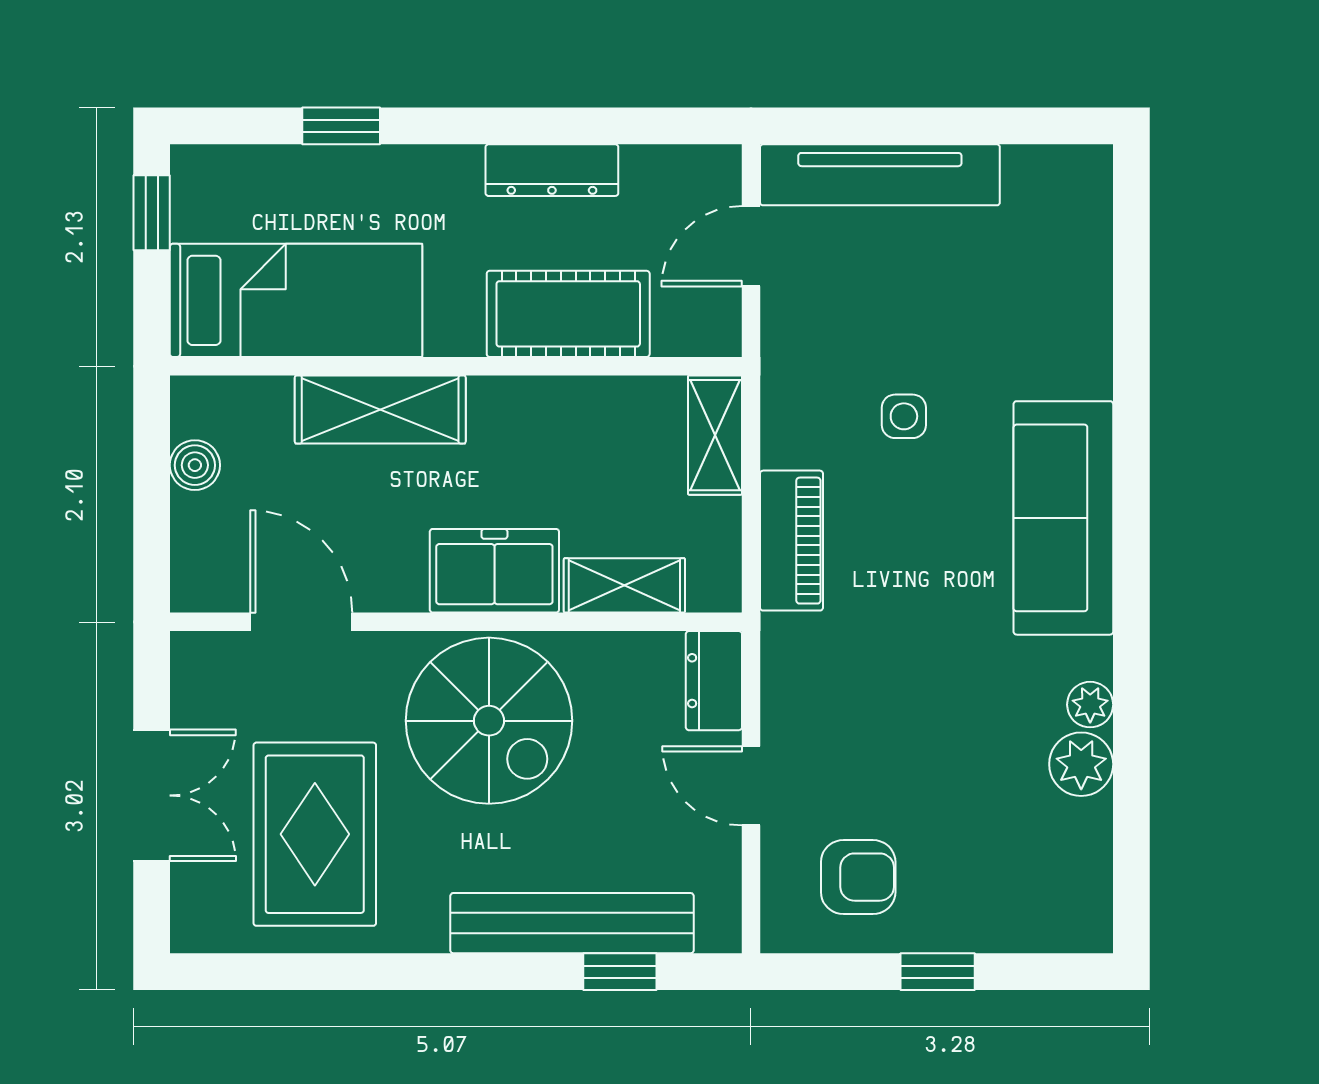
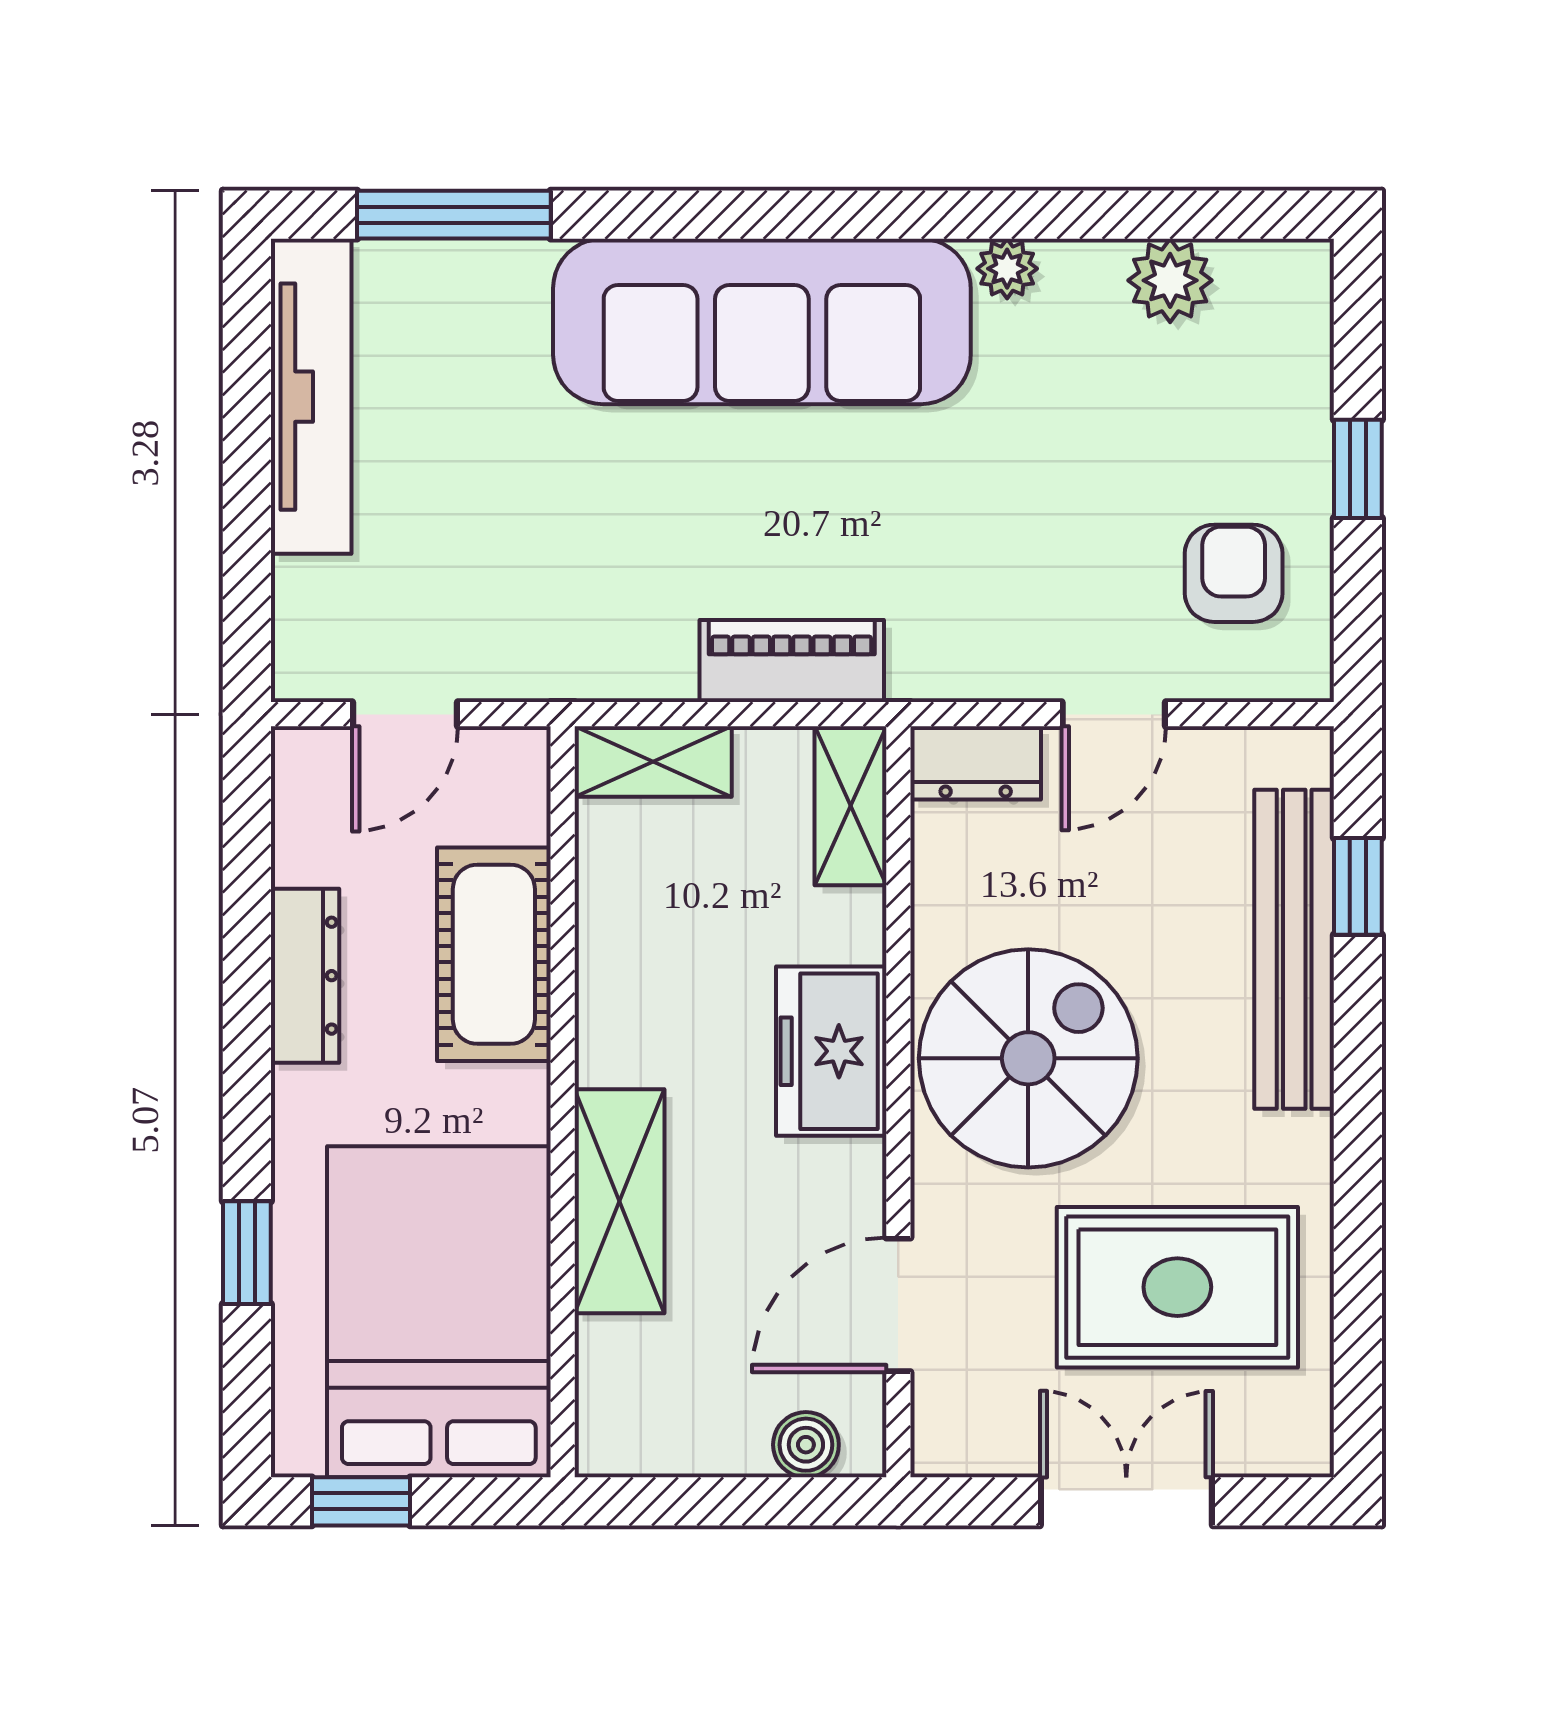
tv unit: (880, 175) -> (311, 397), moved
door: (751, 246) -> (405, 714), hinge flipped
window: (1131, 283) -> (454, 215), added
bed: (296, 300) -> (439, 1312), width x1.50
side table: (904, 416) -> (628, 513), removed
boiler: (195, 465) -> (806, 1445), moved
sofa: (1063, 518) -> (762, 321), width x1.36, depth x1.27
shelving: (624, 585) -> (851, 806), moved
plant: (1081, 764) -> (1170, 280), moved

